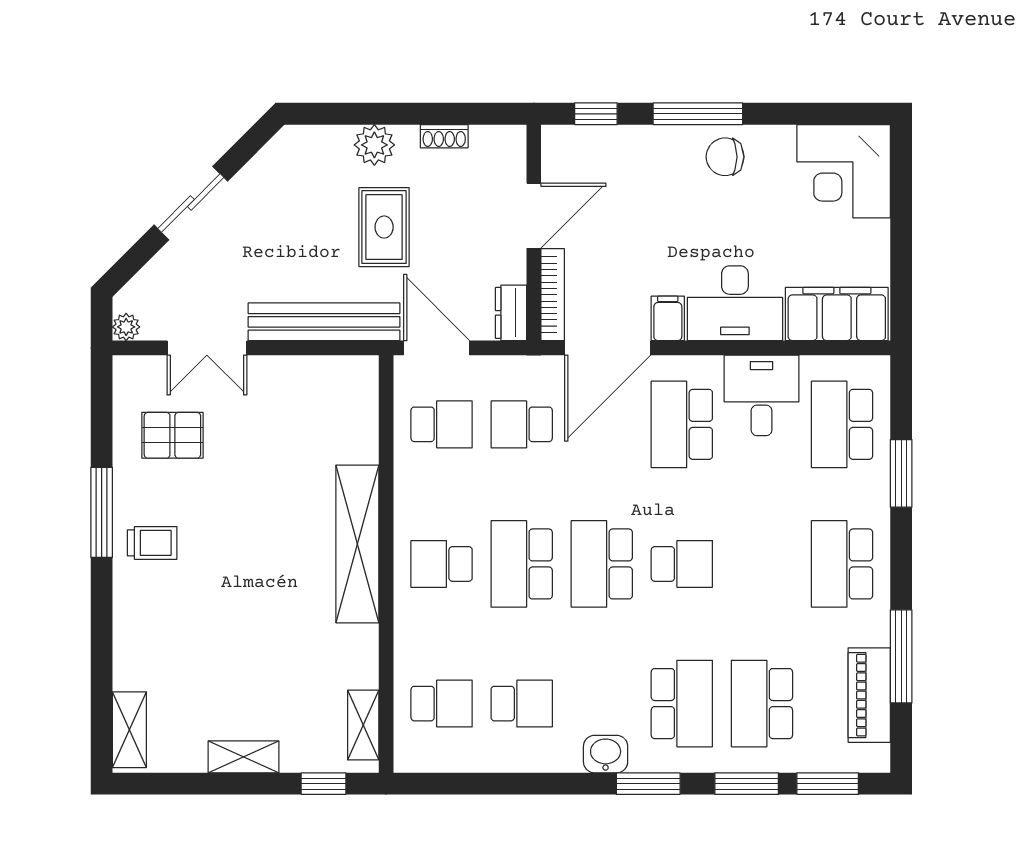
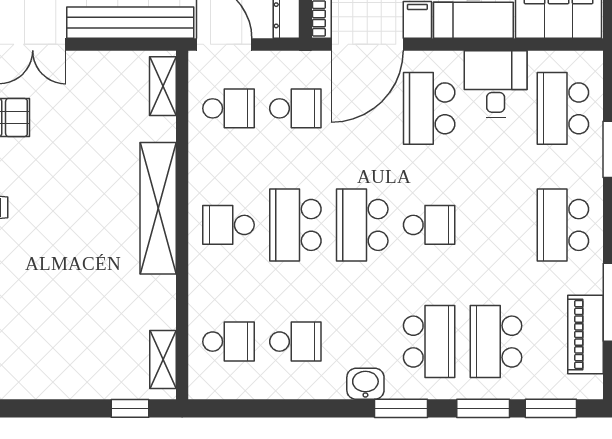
school desk: (522, 424) -> (295, 108), turned 180
shelving: (244, 757) -> (163, 86), moved, turned 90

